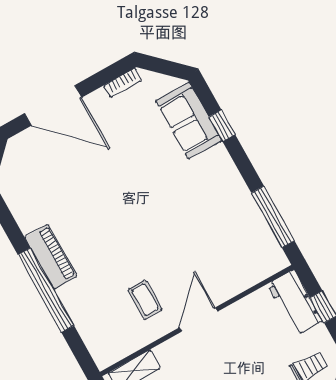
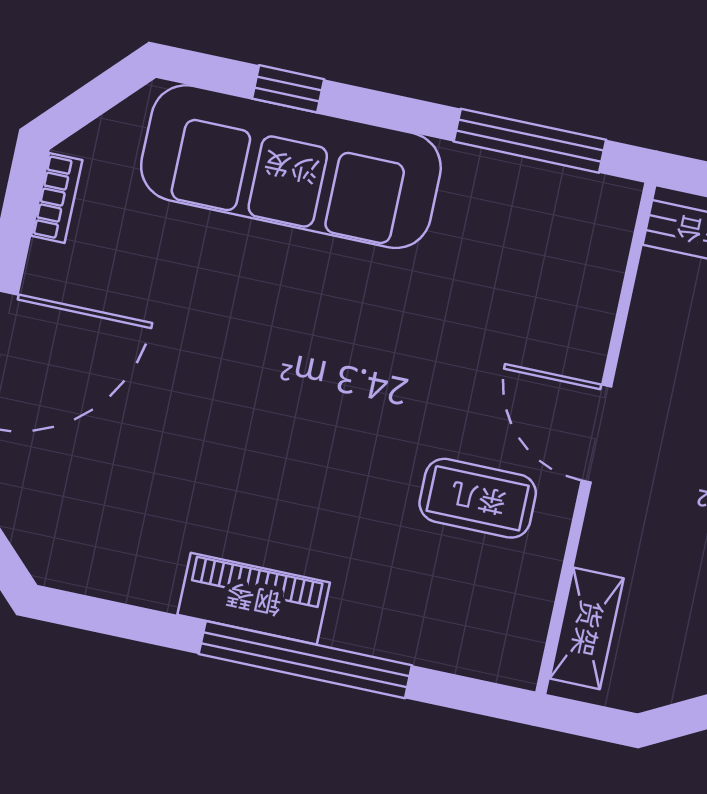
sofa: (189, 121) -> (291, 167), width x1.85, depth x1.27
coffee table: (145, 300) -> (478, 498), width x1.36, depth x1.30

